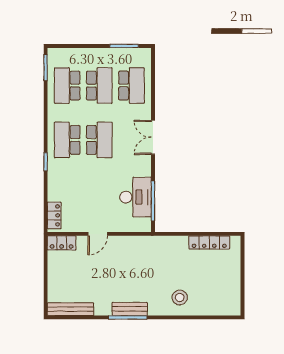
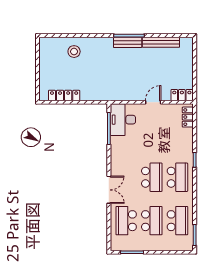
school desk: (99, 86) -> (152, 221), turned 180
double door: (153, 137) -> (109, 190), moved
school desk: (99, 140) -> (152, 177), turned 180
desk: (136, 197) -> (123, 120), moved
stool: (180, 297) -> (74, 52), moved
bench: (71, 309) -> (161, 42), moved

